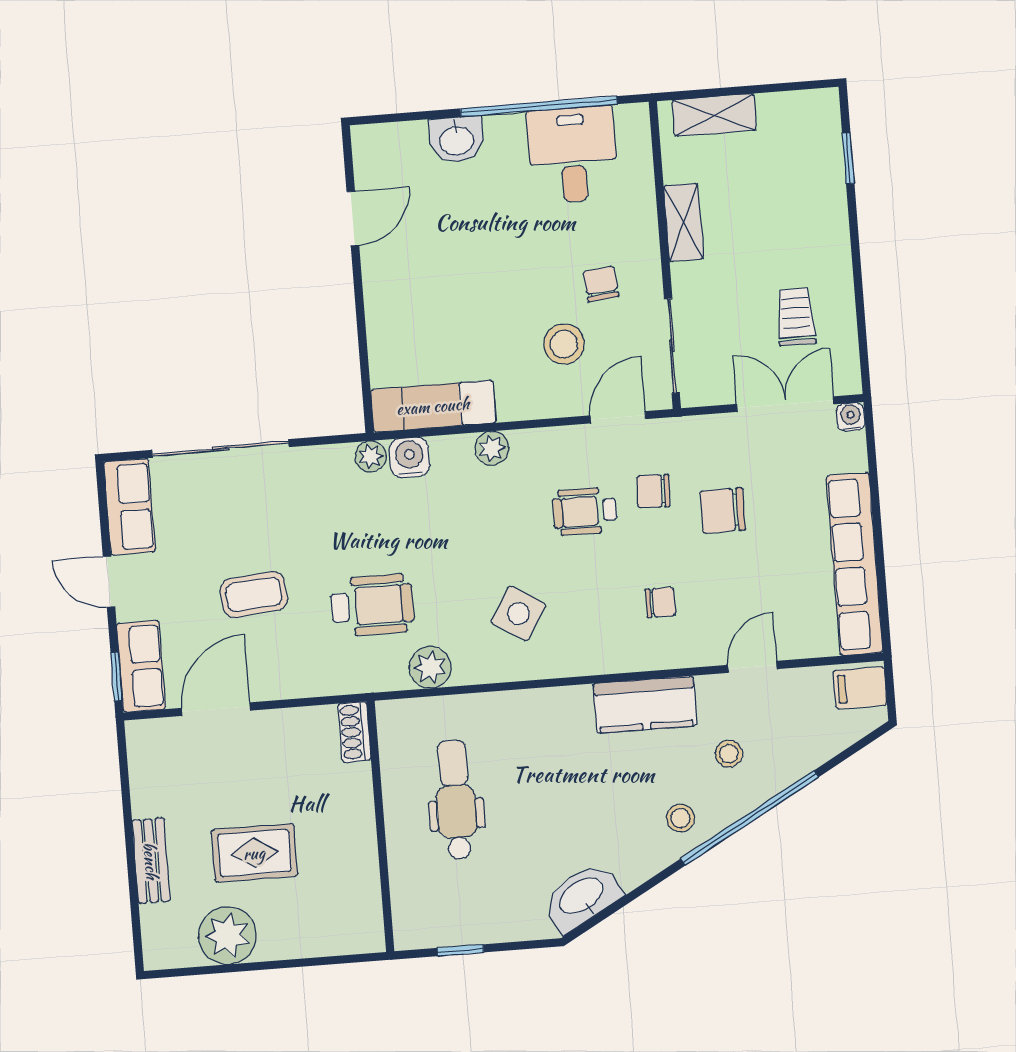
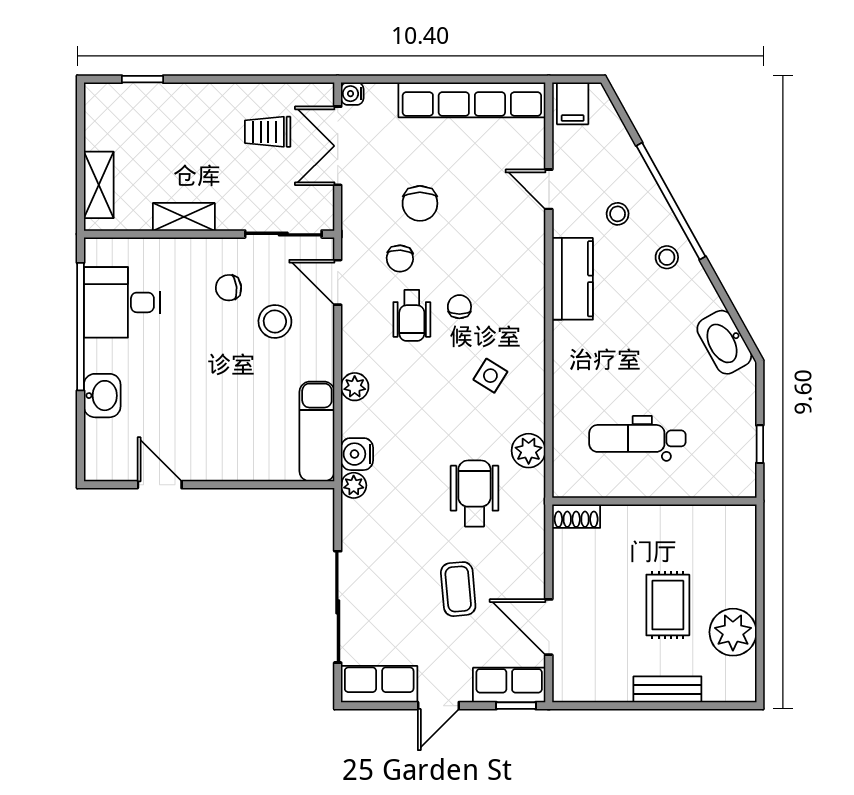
chair: (660, 602) -> (459, 307), moved
side table: (518, 613) -> (490, 376), width x0.73, depth x0.73

